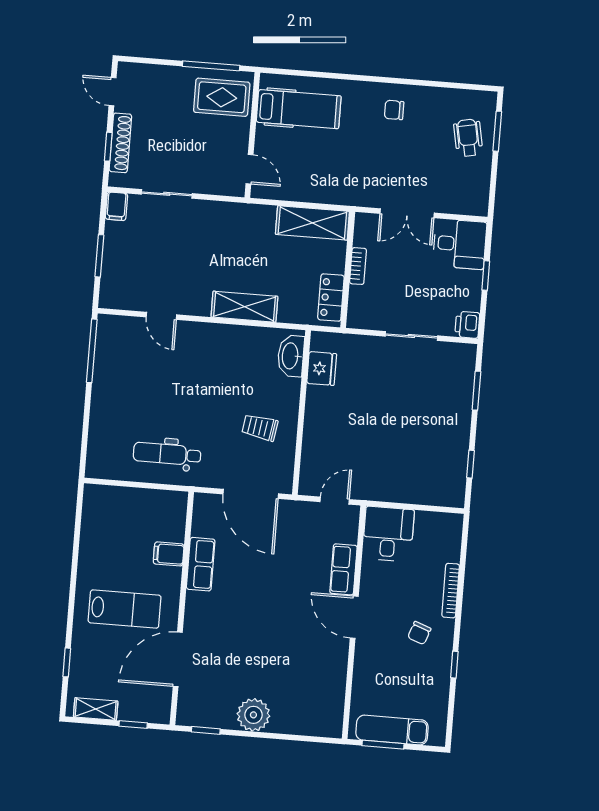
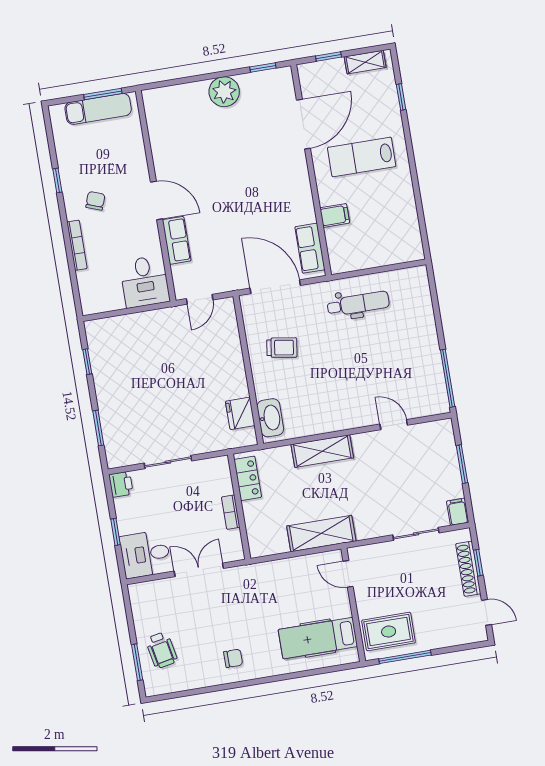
shelving: (312, 223) -> (321, 534), moved
row of seats: (201, 564) -> (310, 248), moved

